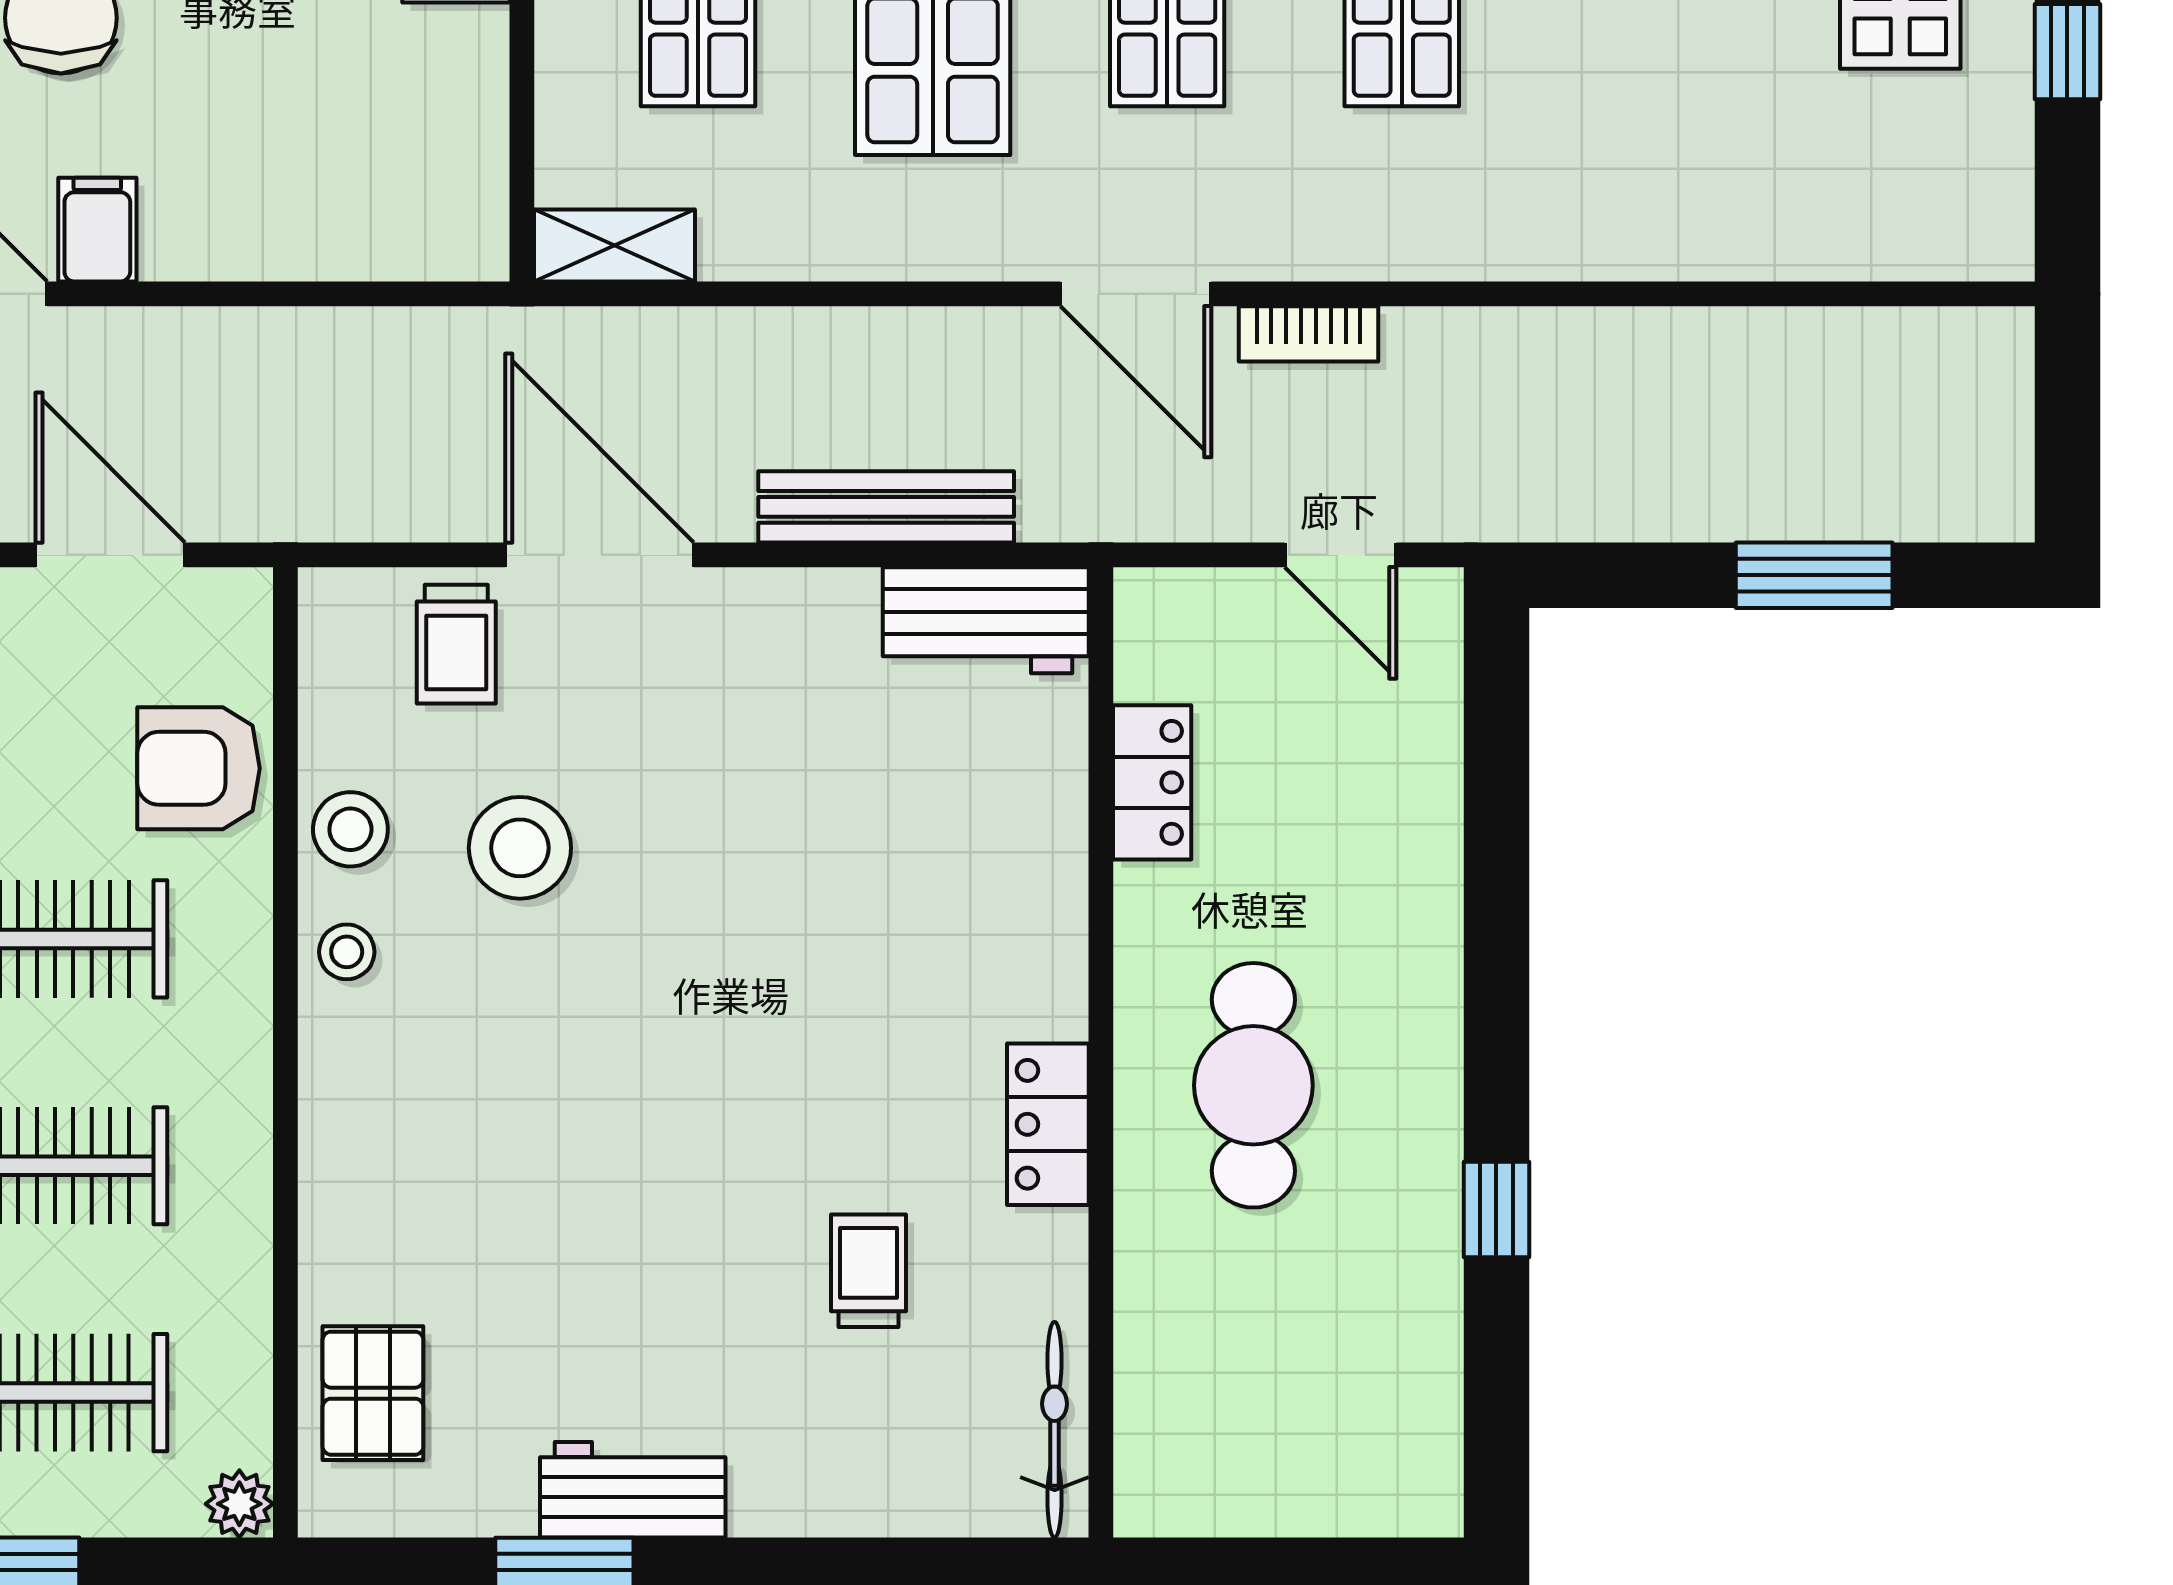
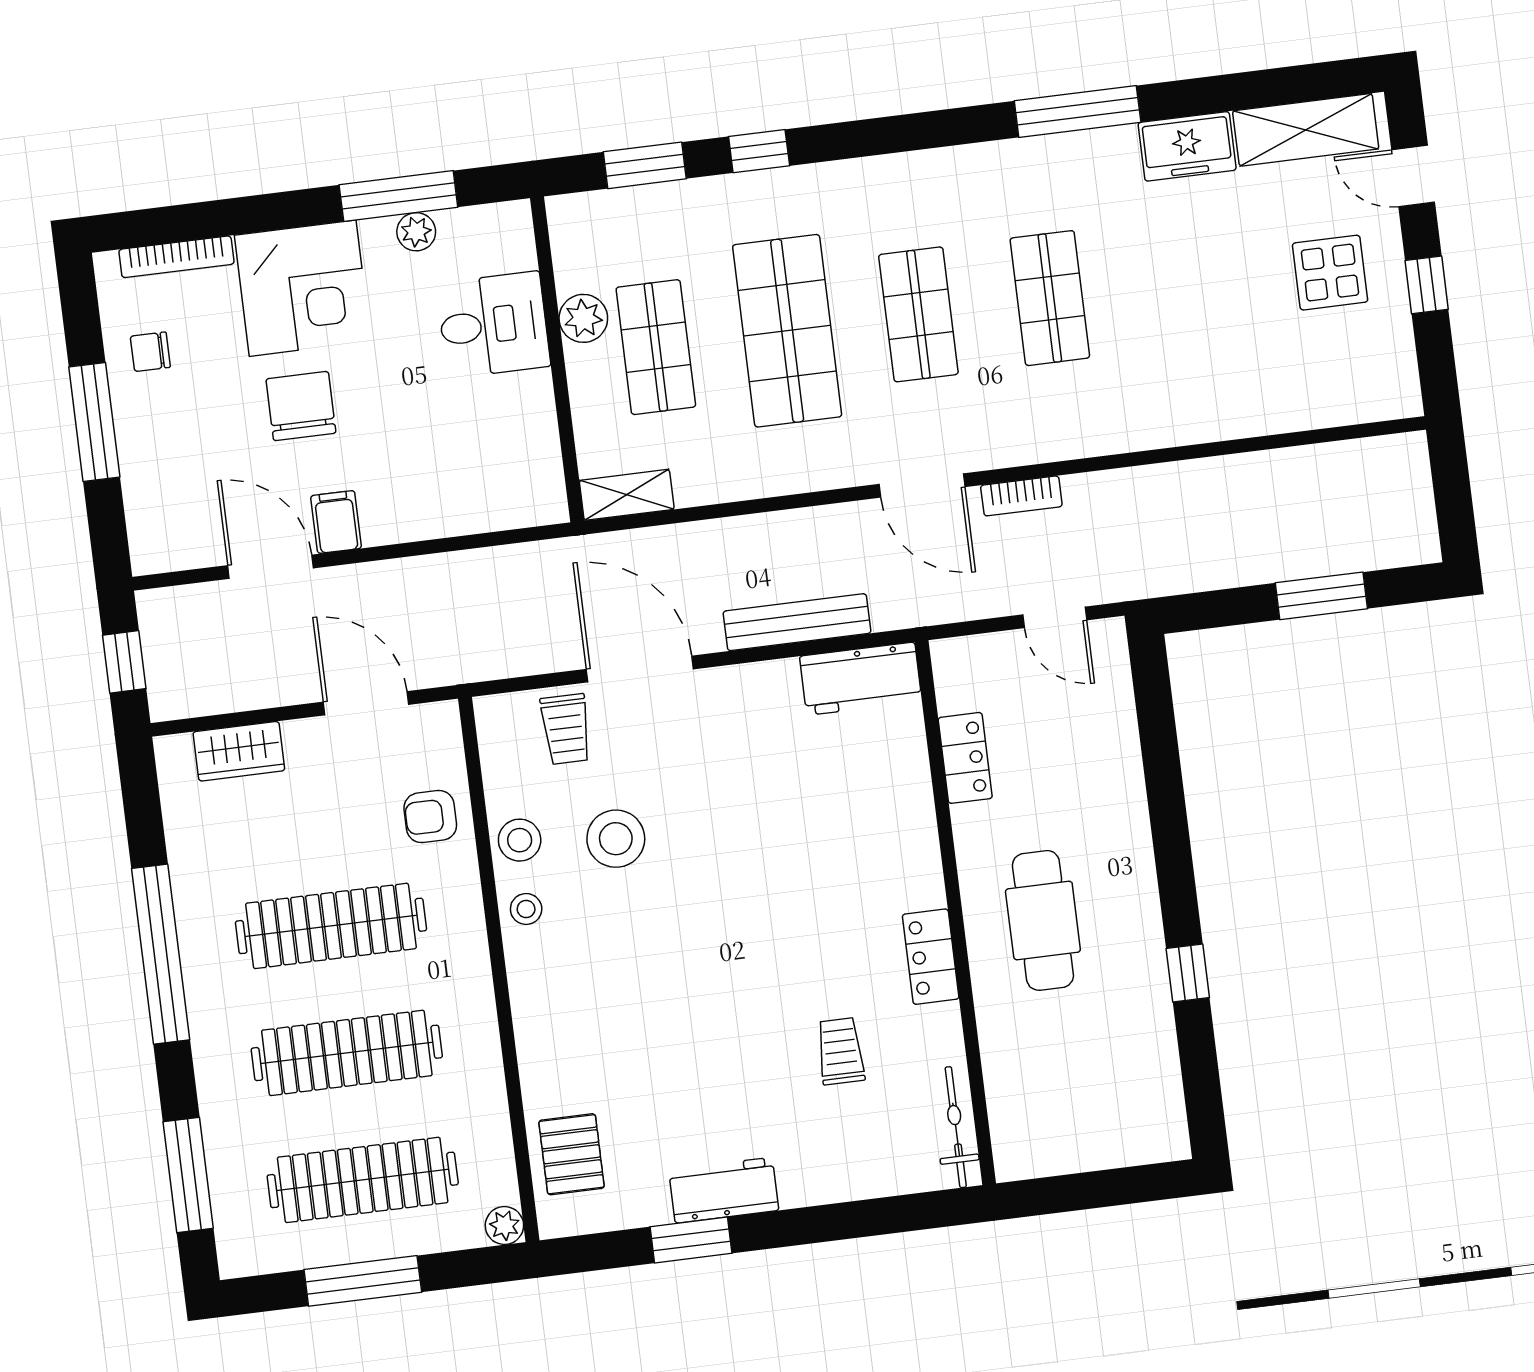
armchair: (199, 768) -> (430, 817), width x0.72, depth x0.72

